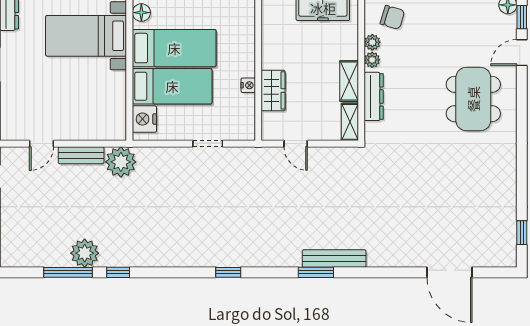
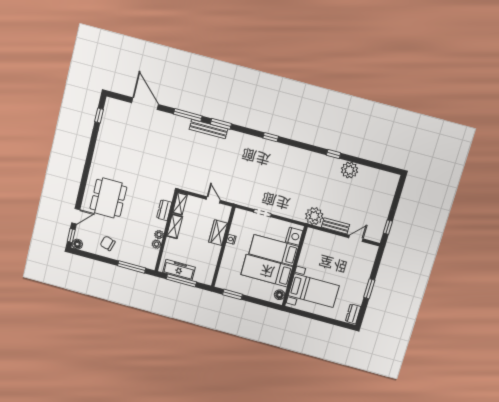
chair: (392, 17) -> (108, 243), moved
dresser: (374, 96) -> (164, 210), width x0.70
window: (68, 272) -> (188, 115), moved

